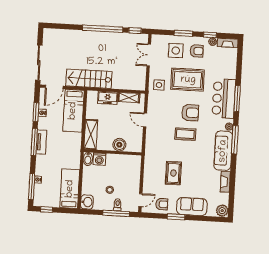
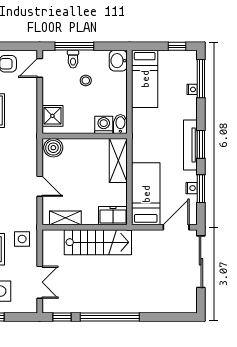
stairs: (89, 79) -> (98, 242), moved
freezer: (108, 98) -> (113, 216), moved
window: (34, 142) -> (201, 144), width x0.69
tv unit: (41, 142) -> (190, 145), width x1.41
boiler: (119, 145) -> (53, 148), moved
shower: (134, 167) -> (52, 116), added

